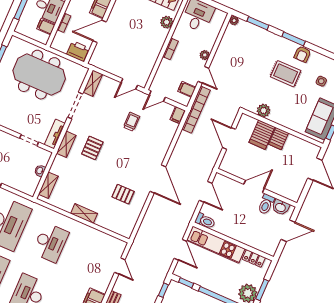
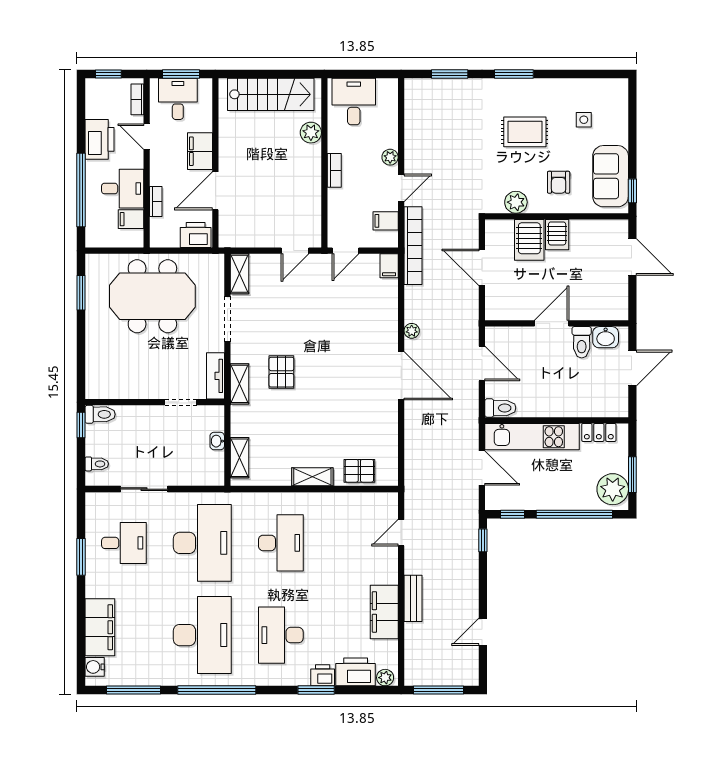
plant: (234, 21) -> (412, 331), moved
armchair: (302, 54) -> (559, 182), moved
door: (203, 75) -> (401, 188), hinge flipped
trolley: (132, 122) -> (324, 307), removed
pallet: (123, 194) -> (359, 471), moved
door: (120, 266) -> (401, 533), swing flipped

